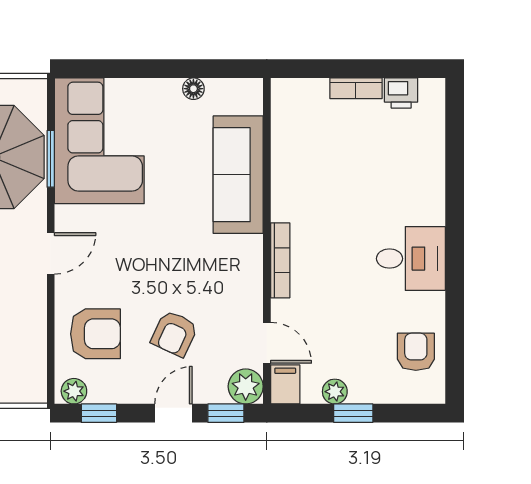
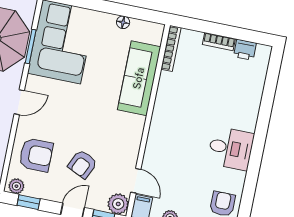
bookcase: (280, 260) -> (171, 48), moved

